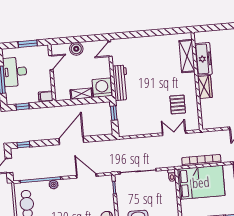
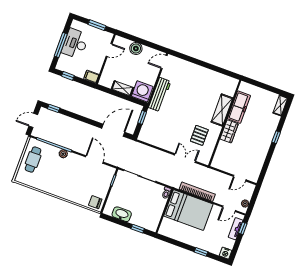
shelving: (187, 56) -> (222, 110), moved
door: (71, 141) -> (113, 130), moved

